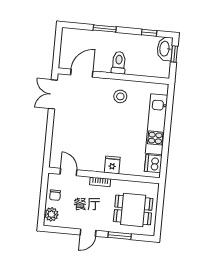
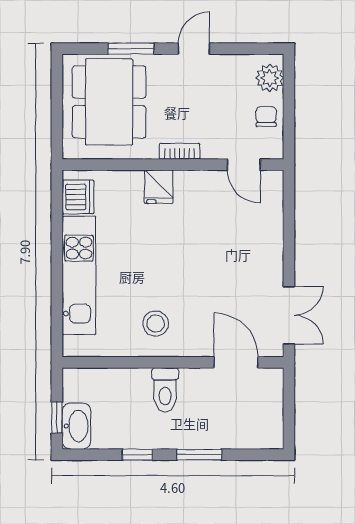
window: (149, 33) -> (137, 455), moved
door: (82, 73) -> (236, 362), swing flipped
dining table: (133, 210) -> (109, 102), width x1.38

